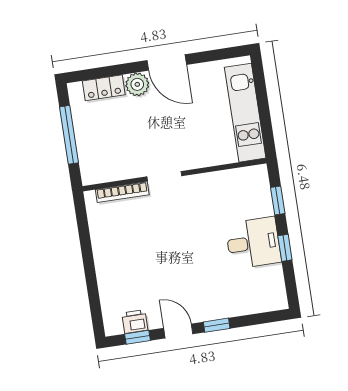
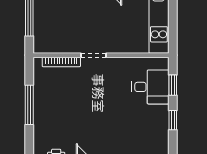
desk: (253, 243) -> (150, 87), moved
window: (88, 257) -> (29, 105), added

